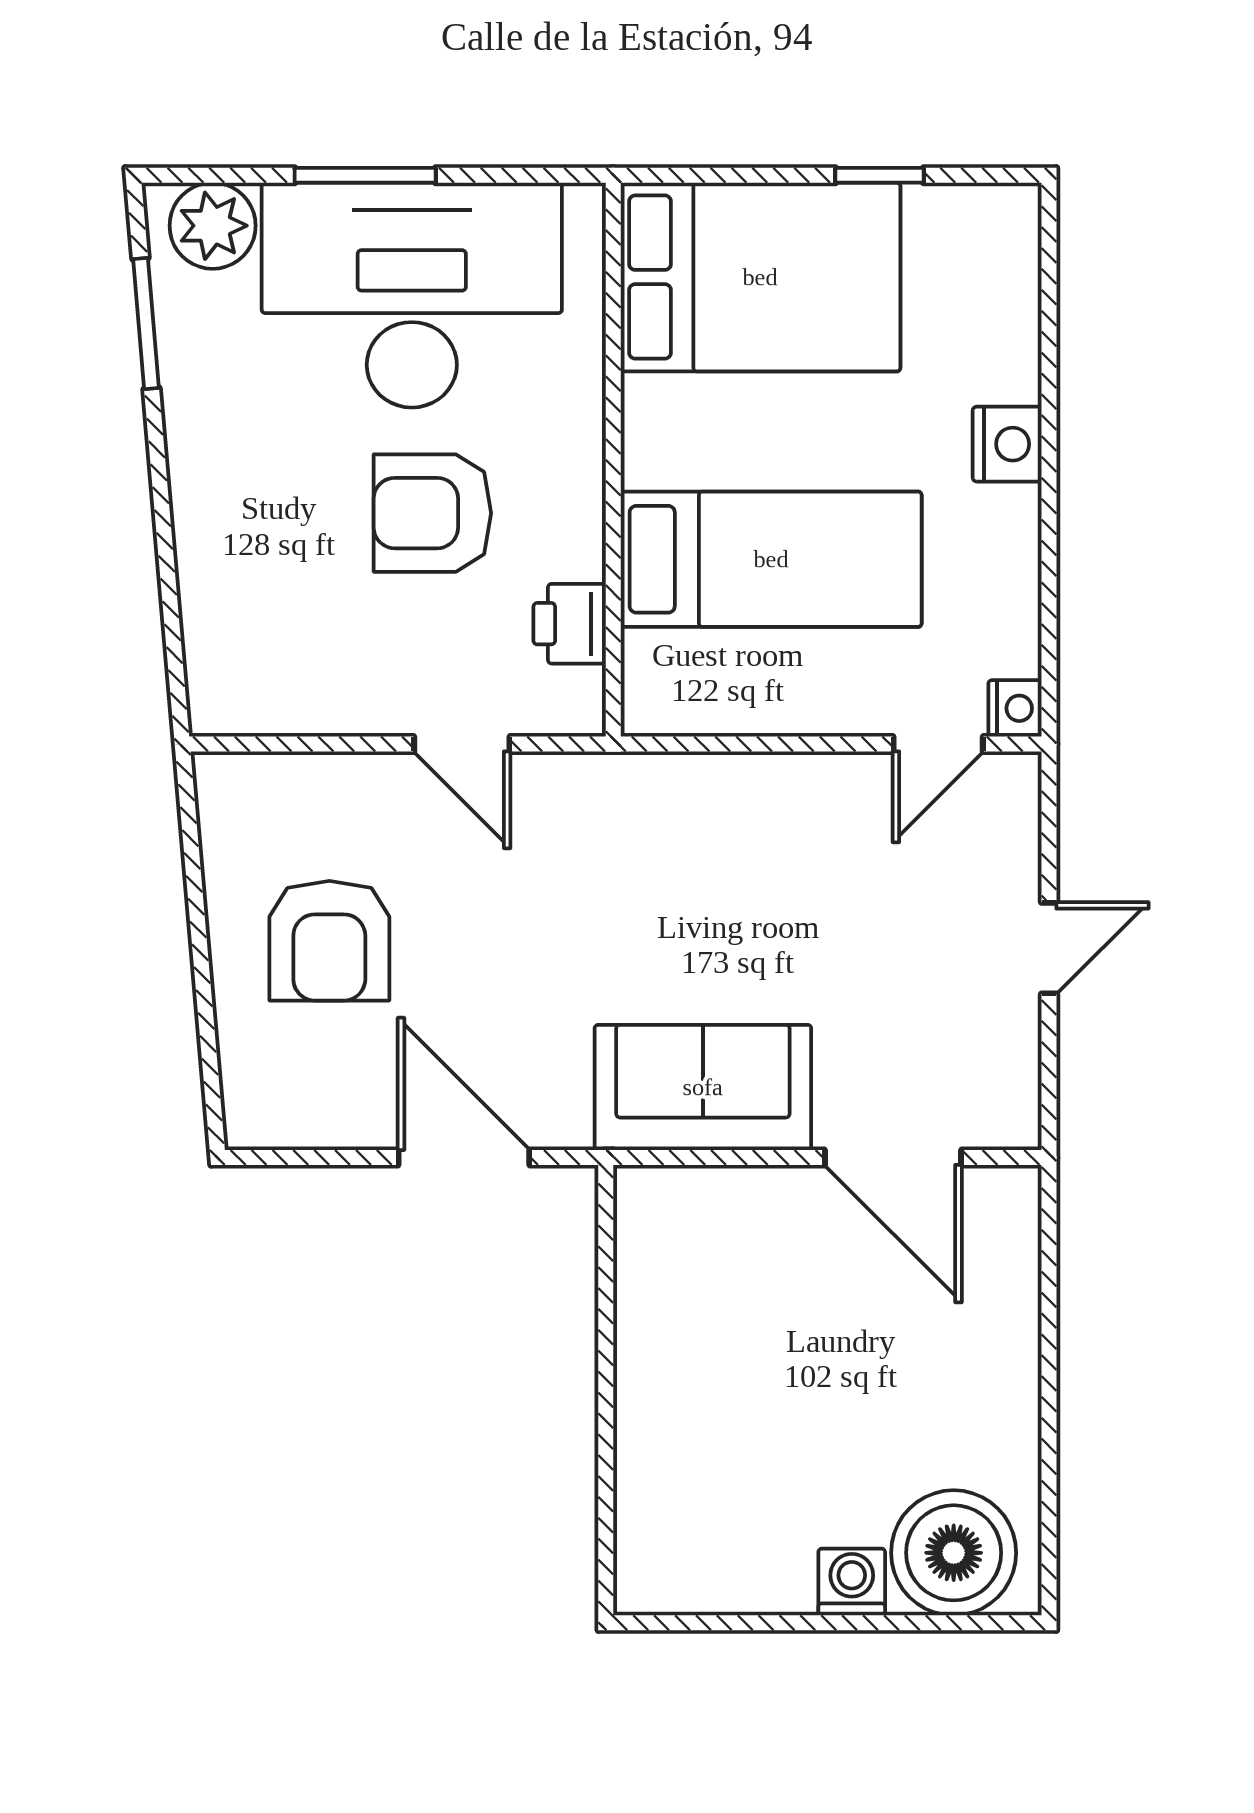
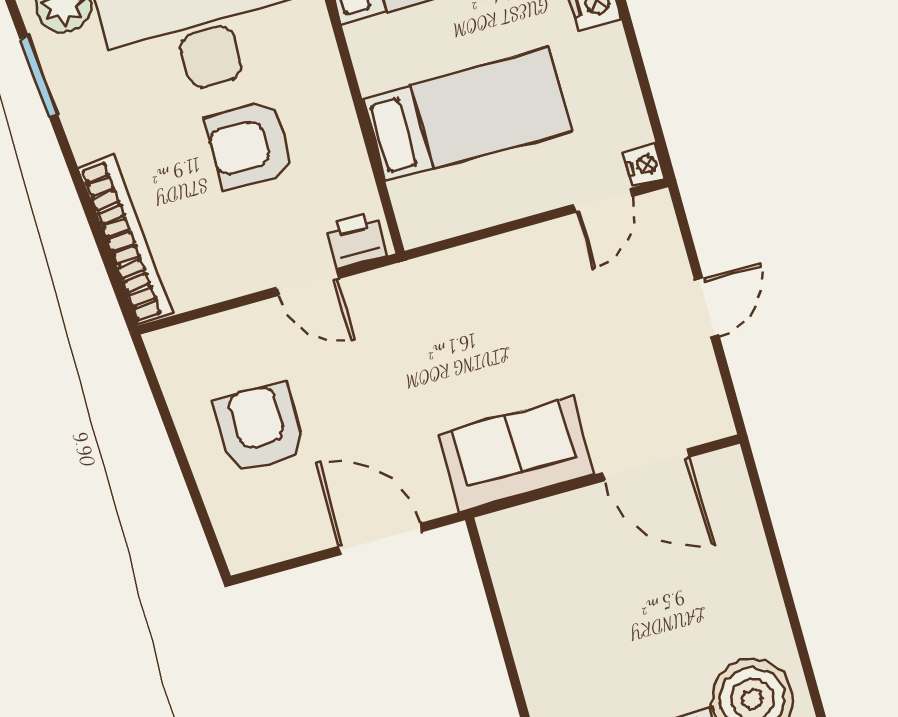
bookcase: (207, 604) -> (125, 240), added
printer: (570, 624) -> (357, 240), moved, turned 90
armchair: (329, 941) -> (259, 428), turned 180

